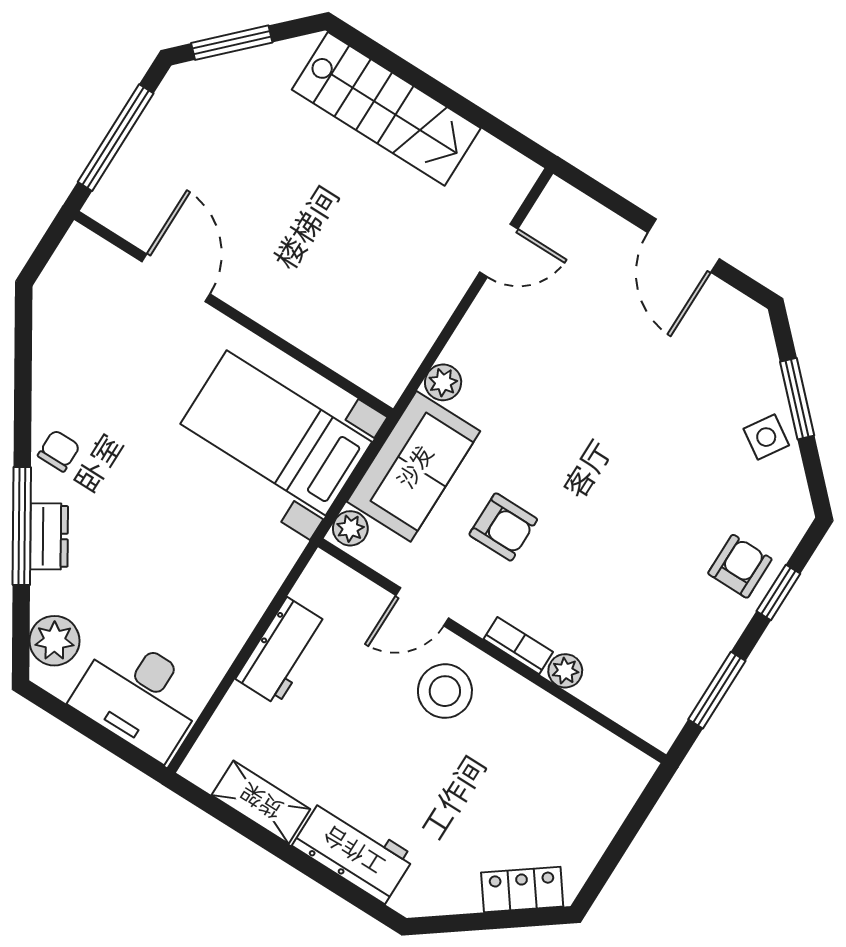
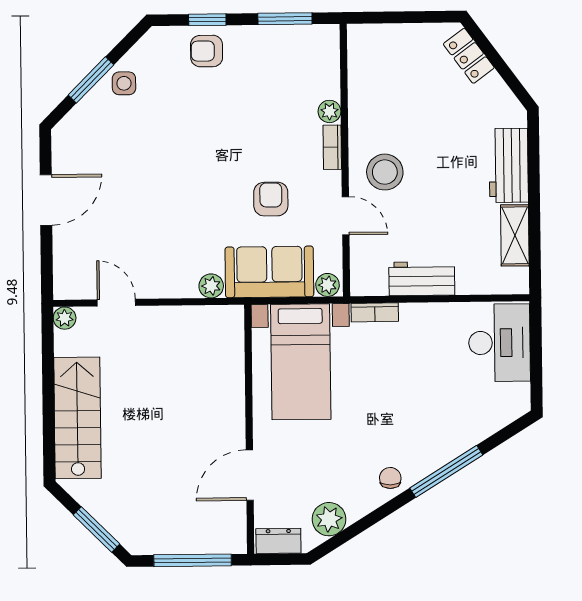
plant: (521, 173) -> (65, 318), added
side table: (766, 437) -> (124, 83), turned -33
chair: (59, 451) -> (390, 478), turned 90
dresser: (49, 536) -> (278, 541), moved, turned 32
bookcase: (278, 565) -> (375, 312), added
plant: (54, 641) -> (329, 519), moved

